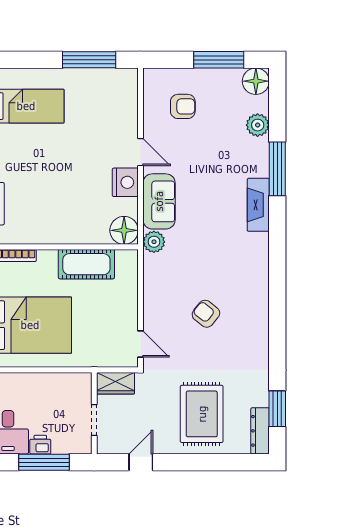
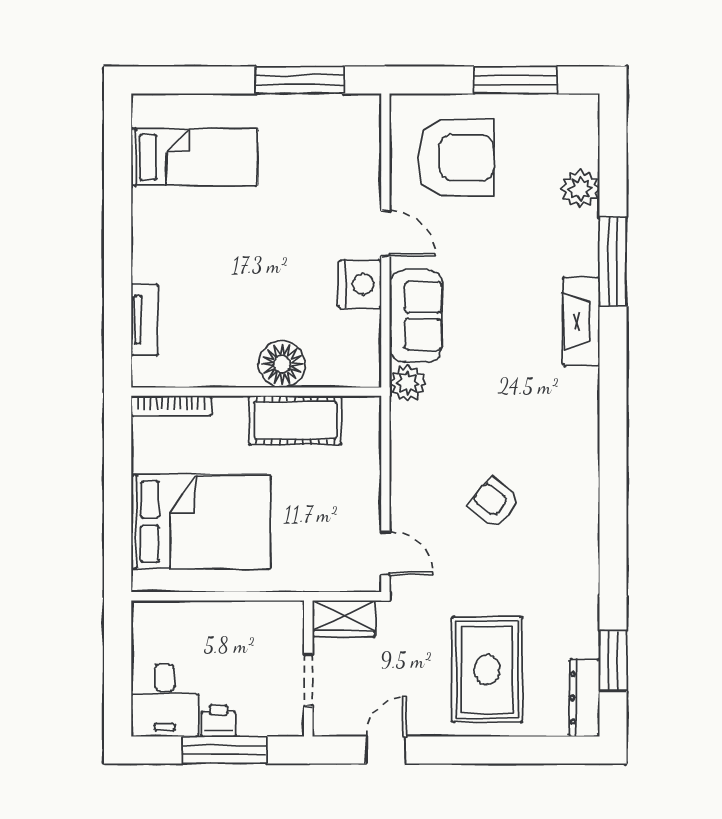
floor lamp: (256, 81) -> (577, 116), removed
armchair: (183, 106) -> (456, 158), width x1.88, depth x1.88
floor lamp: (124, 230) -> (282, 364), moved

